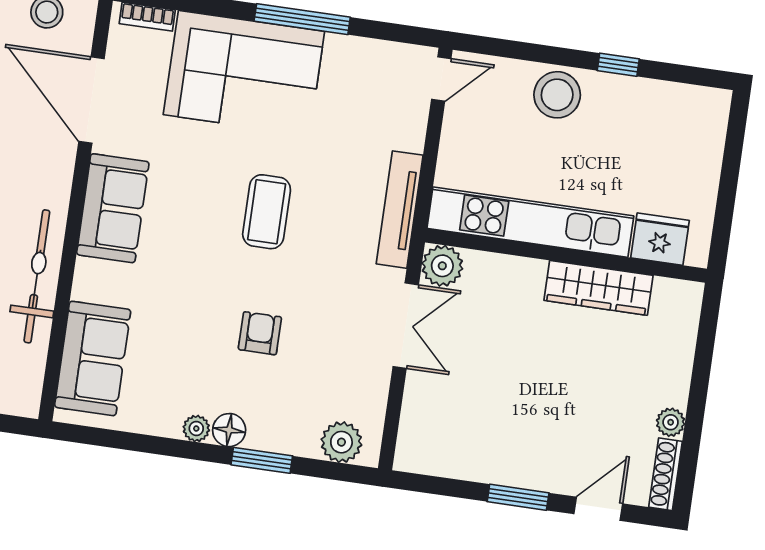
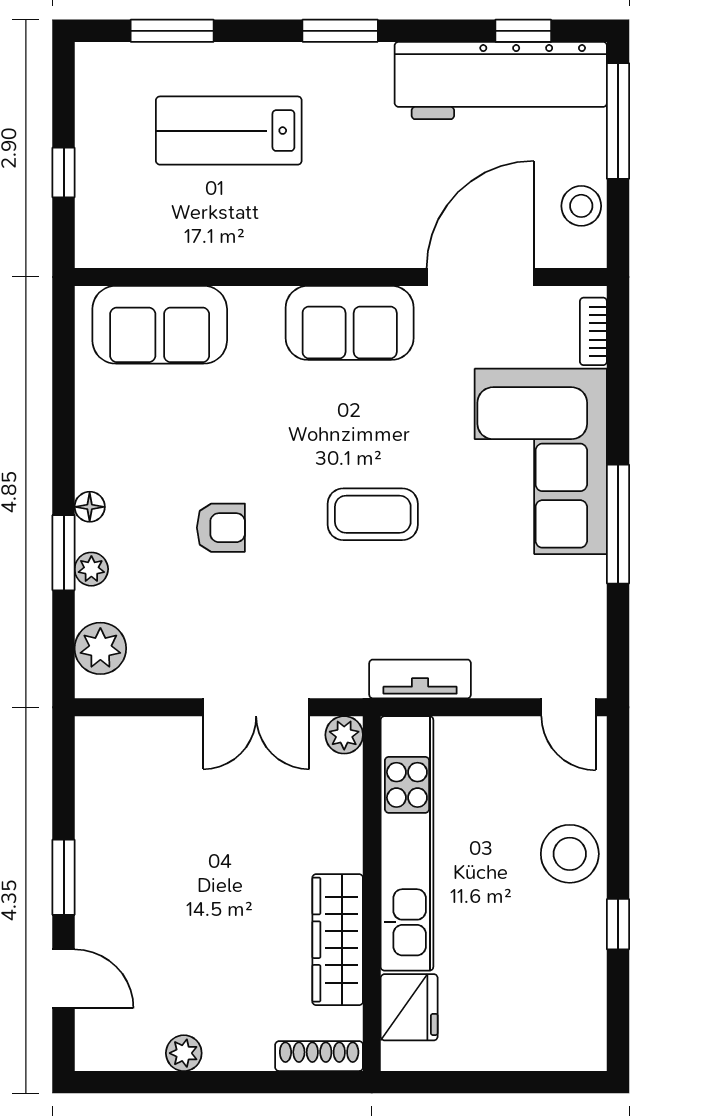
tv unit: (400, 210) -> (420, 679), width x0.71
plant: (442, 266) -> (344, 735), width x0.73, depth x0.73
bicycle: (37, 276) -> (252, 241), removed
plant: (196, 428) -> (91, 569), moved
floor lamp: (229, 430) -> (90, 507), width x0.73, depth x0.73
shoe rack: (665, 474) -> (319, 1056), moved

